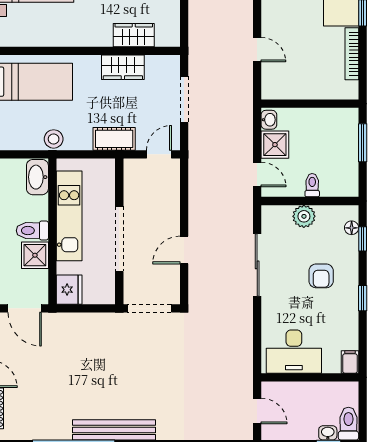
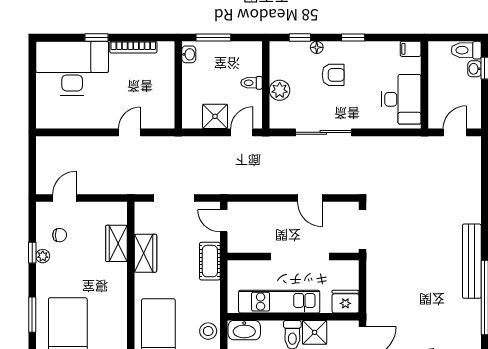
washbasin: (269, 120) -> (189, 54), moved, turned 90
stool: (54, 139) -> (208, 331), moved
floor lamp: (352, 228) -> (317, 47), moved

